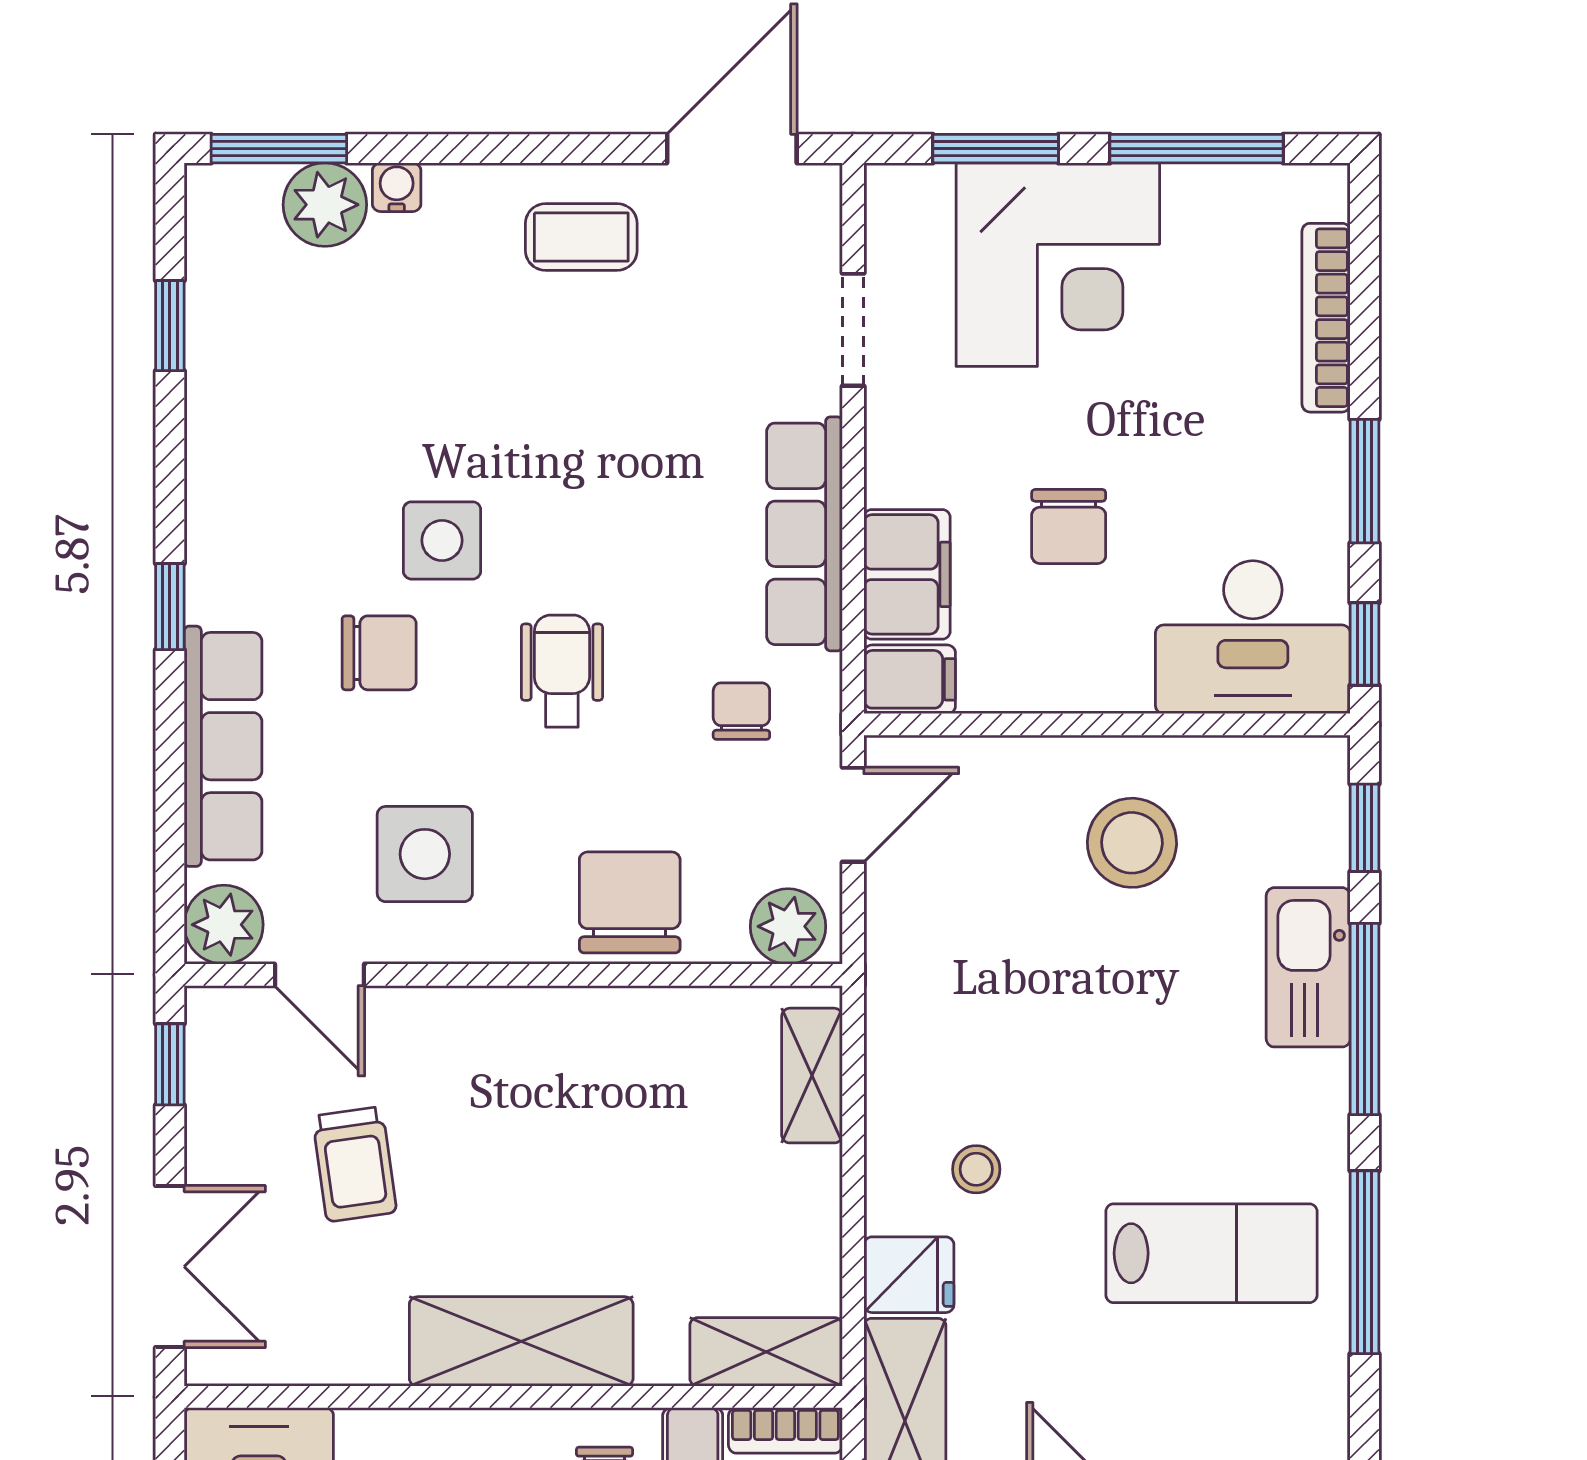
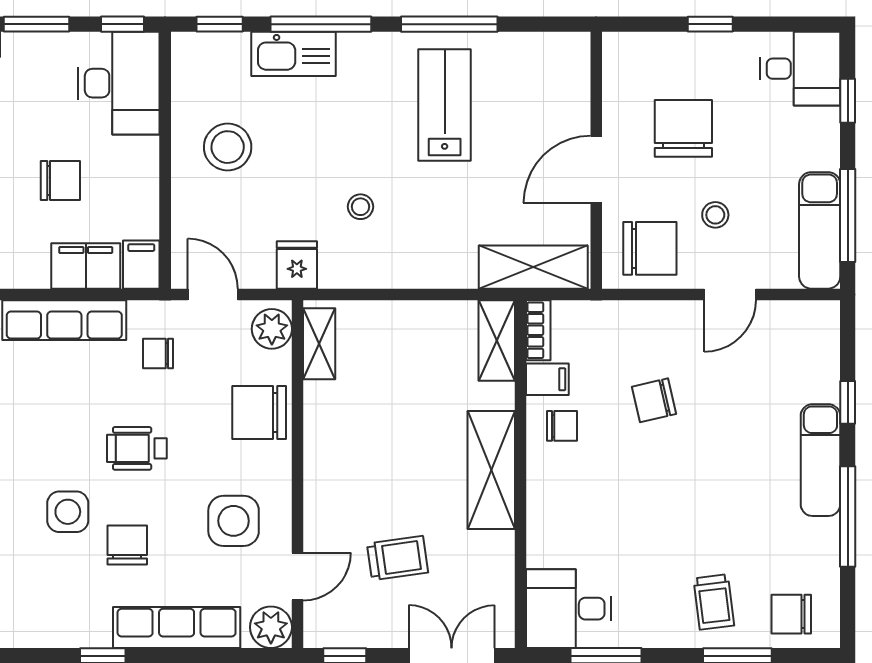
shelving: (812, 1076) -> (319, 344), moved, turned 90
stool: (976, 1169) -> (360, 207), moved
fridge: (909, 1275) -> (297, 265), moved

